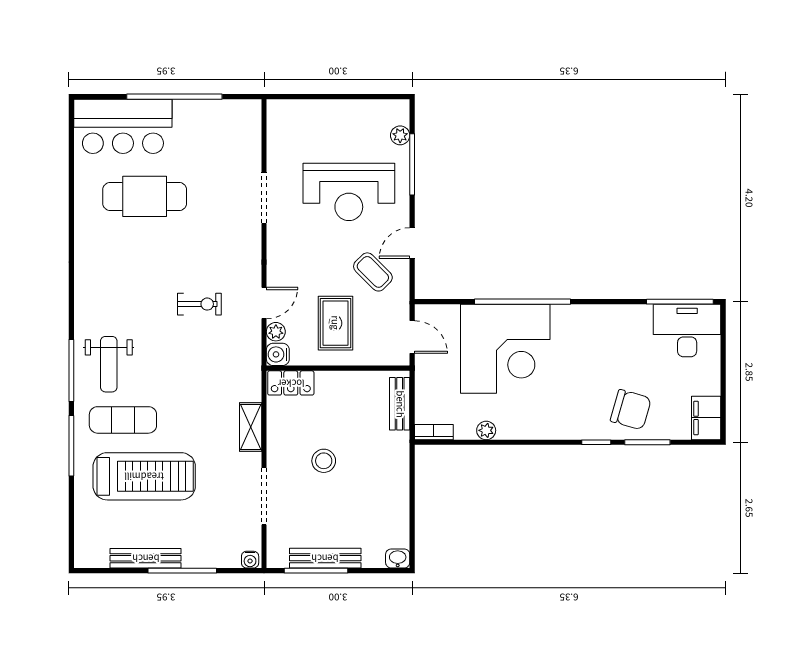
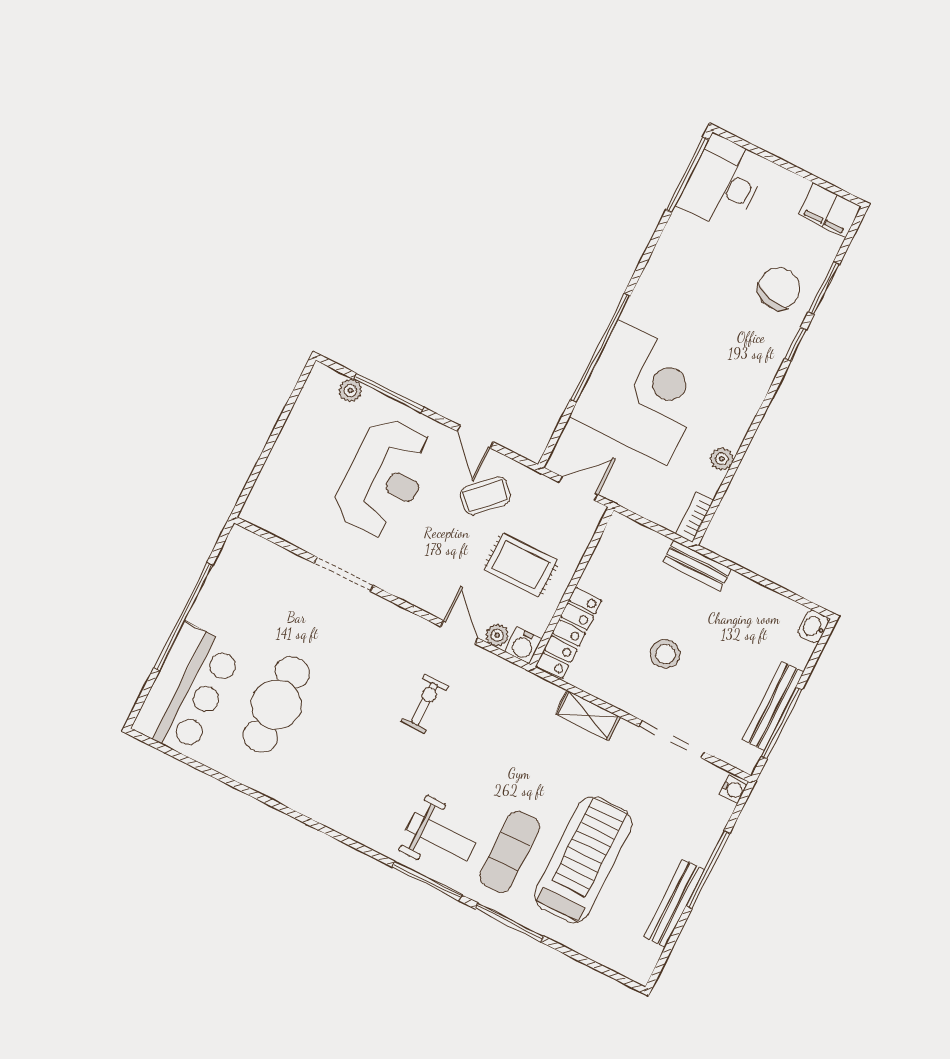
locker: (291, 383) -> (569, 633), width x1.53
bench: (400, 404) -> (697, 565), moved

